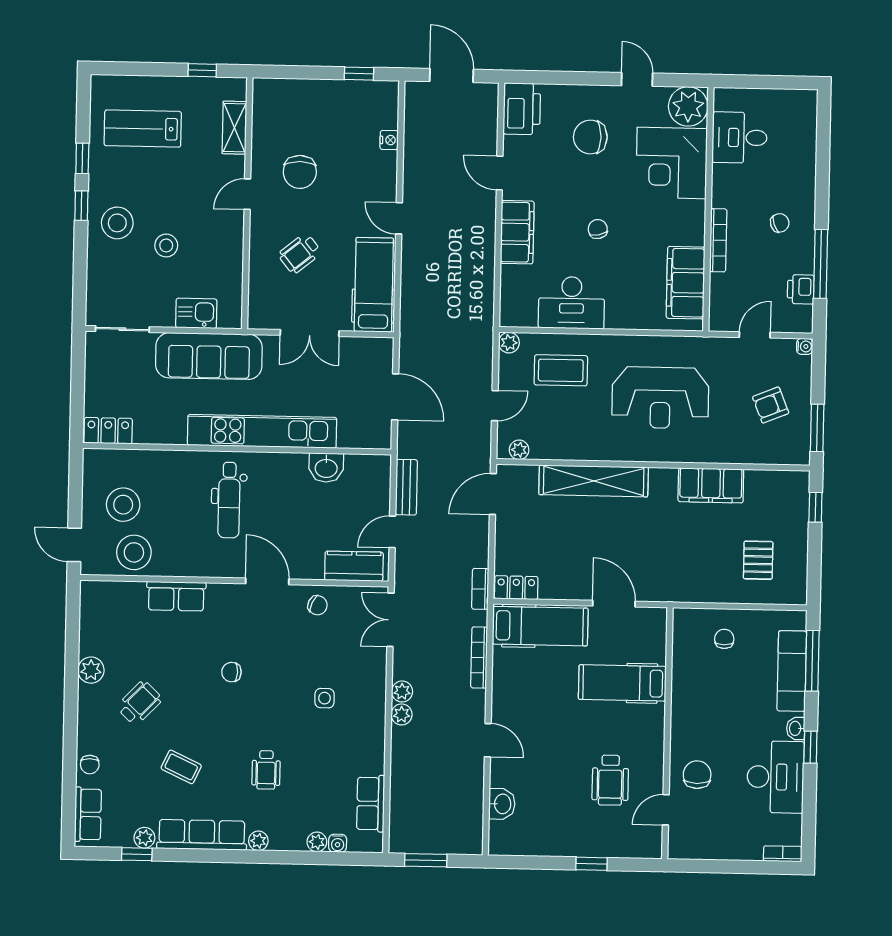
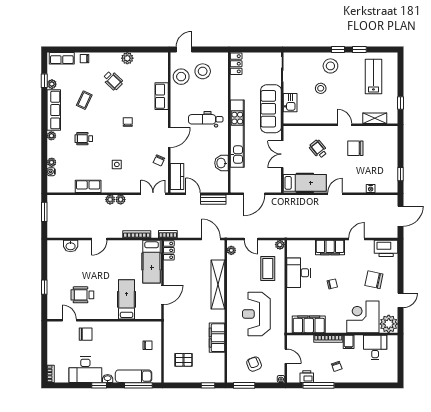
chair: (590, 137) -> (374, 280), turned -78
filing cabinet: (726, 196) -> (349, 342), added
row of seats: (371, 804) -> (88, 186), moved

